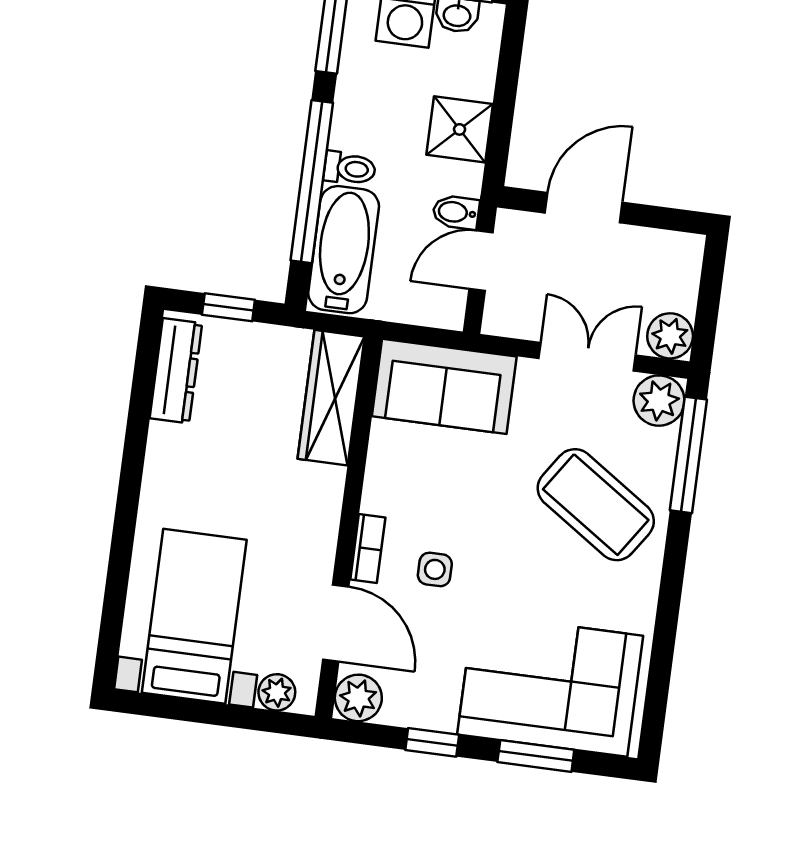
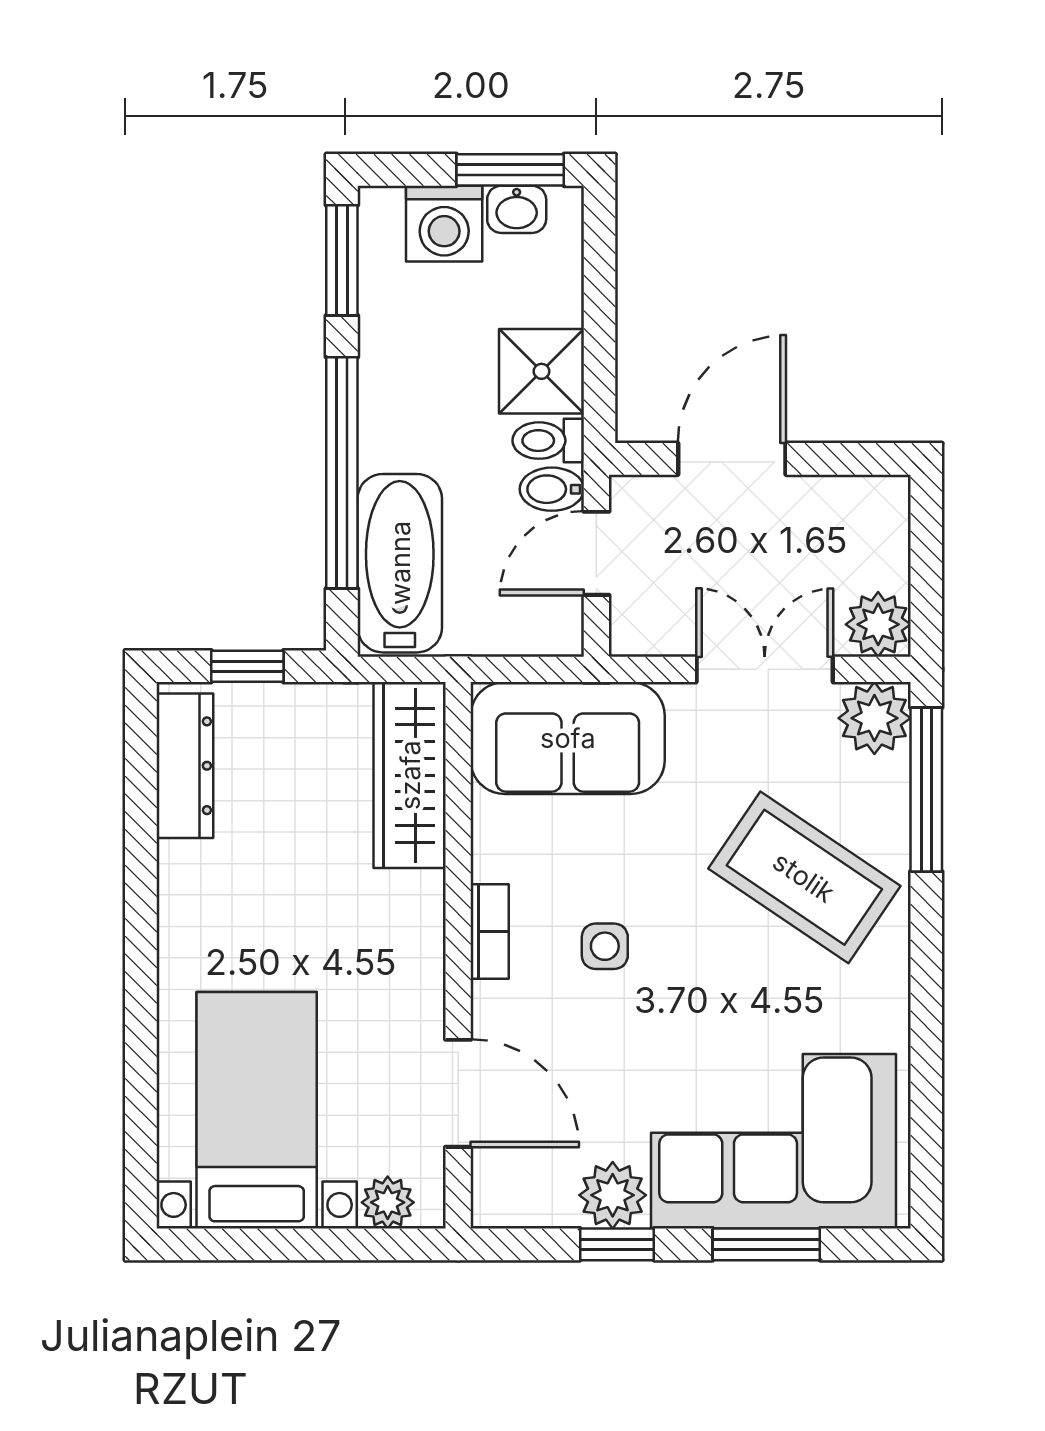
toilet: (350, 168) -> (548, 441), moved, turned 180
bookcase: (368, 548) -> (490, 932), moved
side table: (435, 569) -> (605, 946), moved
plant: (358, 698) -> (613, 1195), moved

